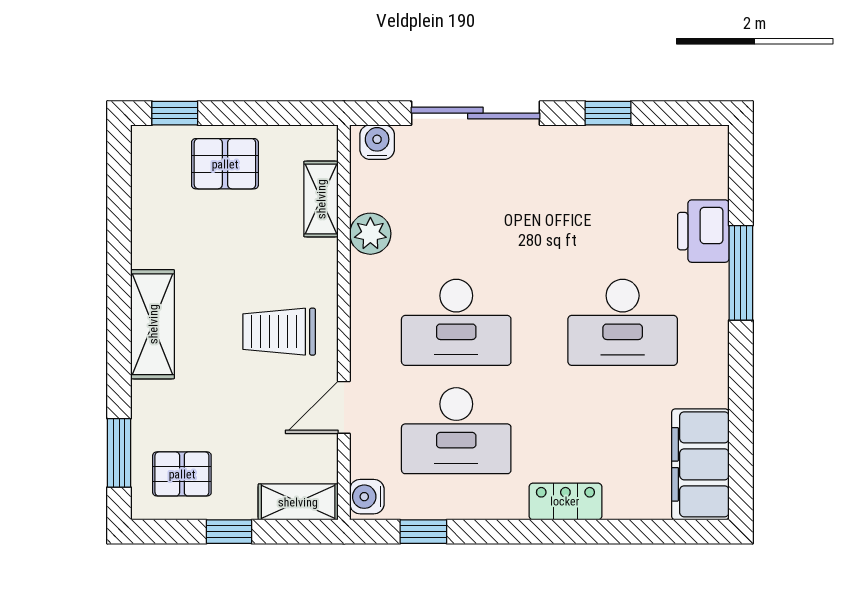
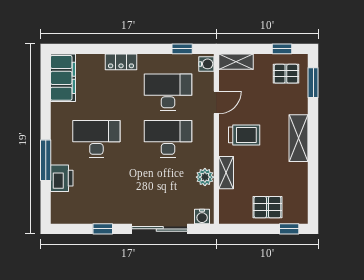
shelving: (321, 199) -> (226, 173), moved
window: (229, 532) -> (282, 49), moved

